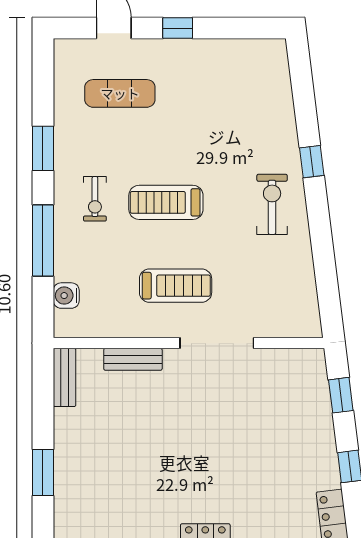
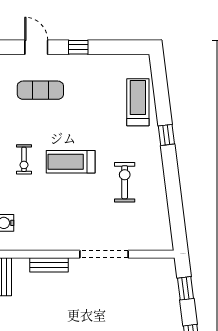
exercise bike: (272, 204) -> (125, 182), moved
treadmill: (176, 286) -> (138, 102), moved, turned -90

